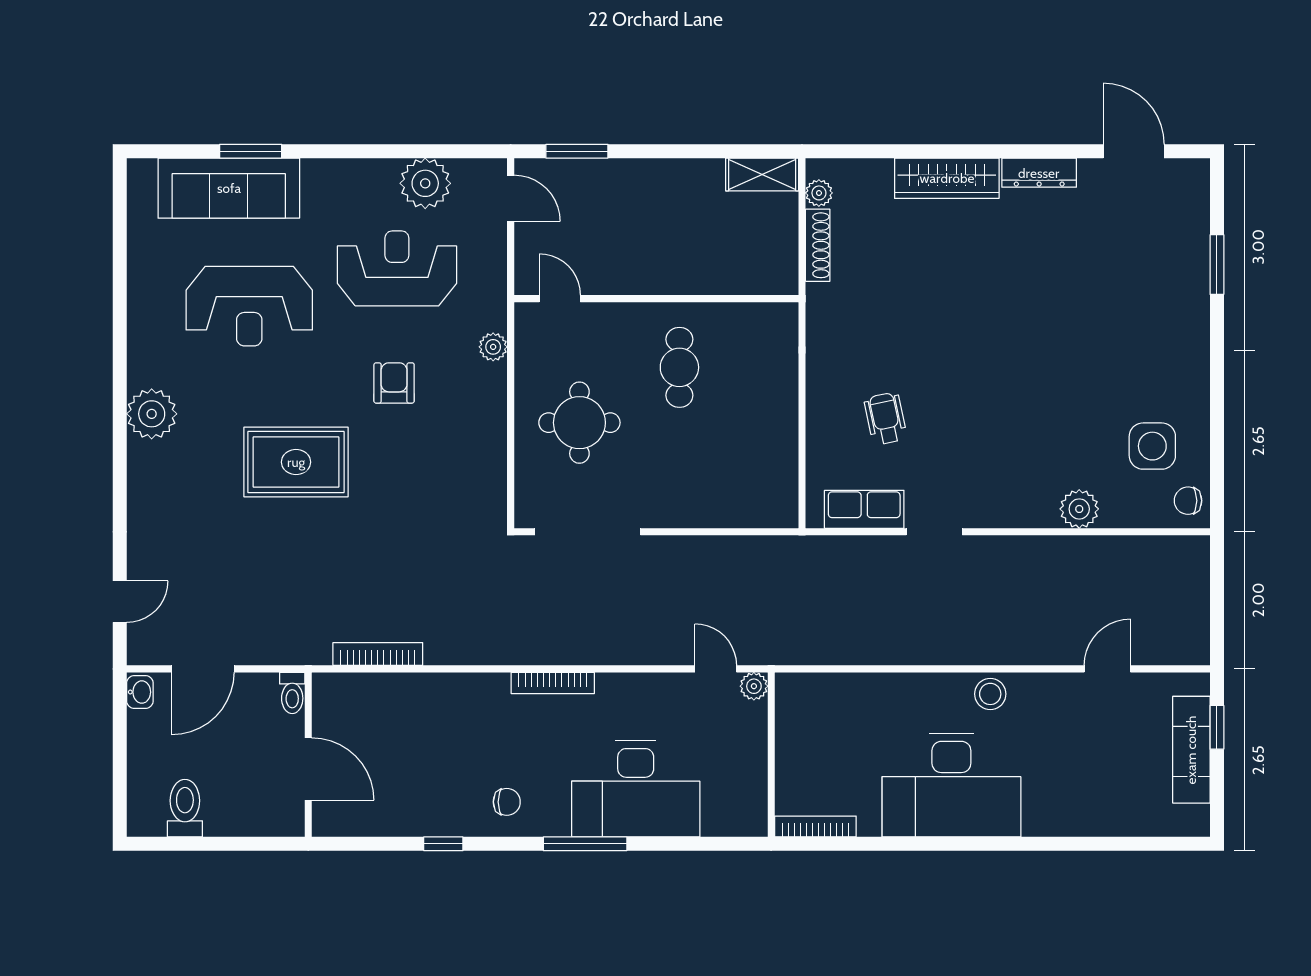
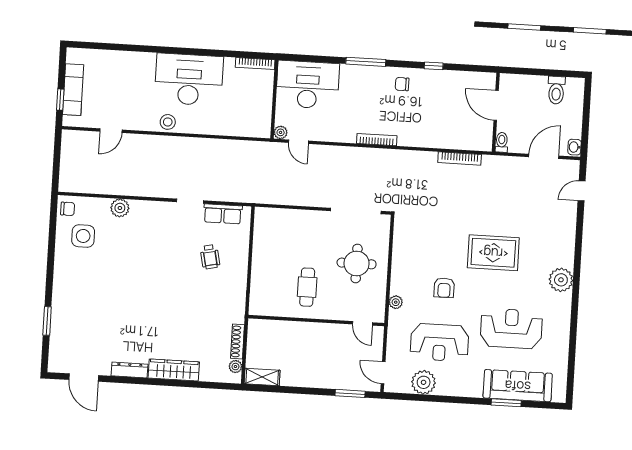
desk: (636, 789) -> (308, 85), moved

